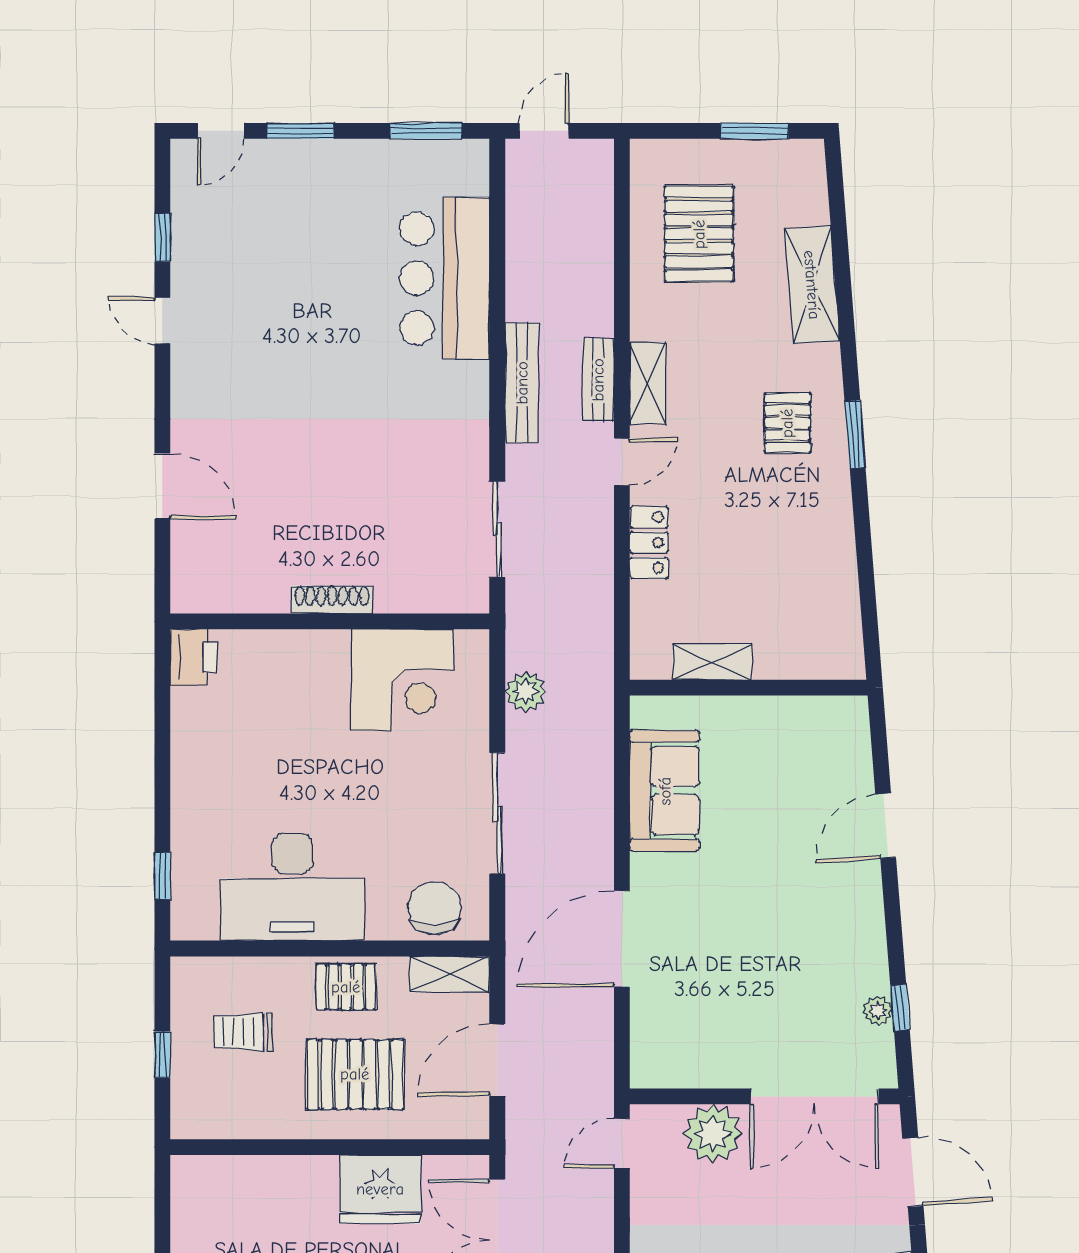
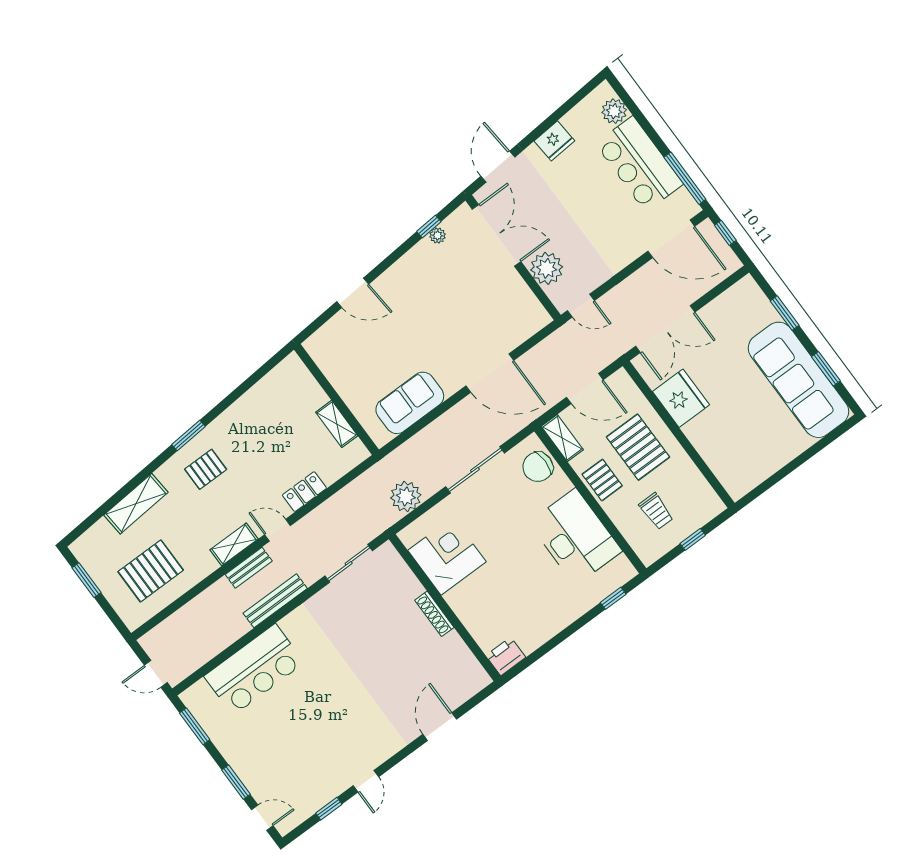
plant: (526, 692) -> (406, 496), width x1.36, depth x1.36

